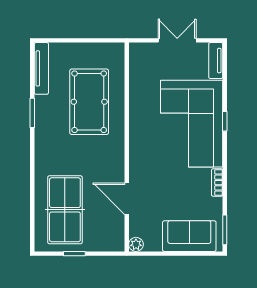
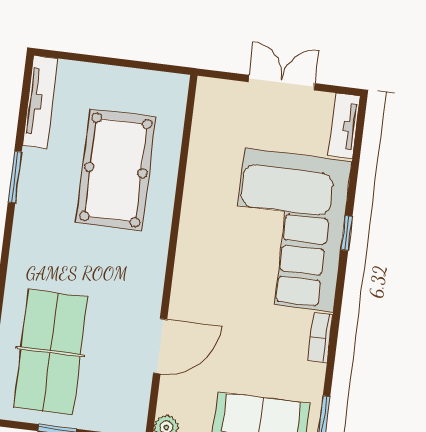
door: (127, 199) -> (160, 346), swing flipped

